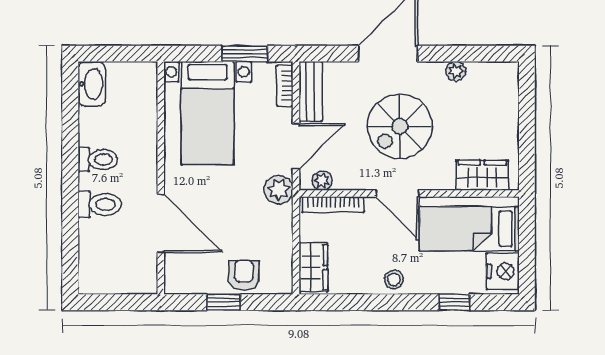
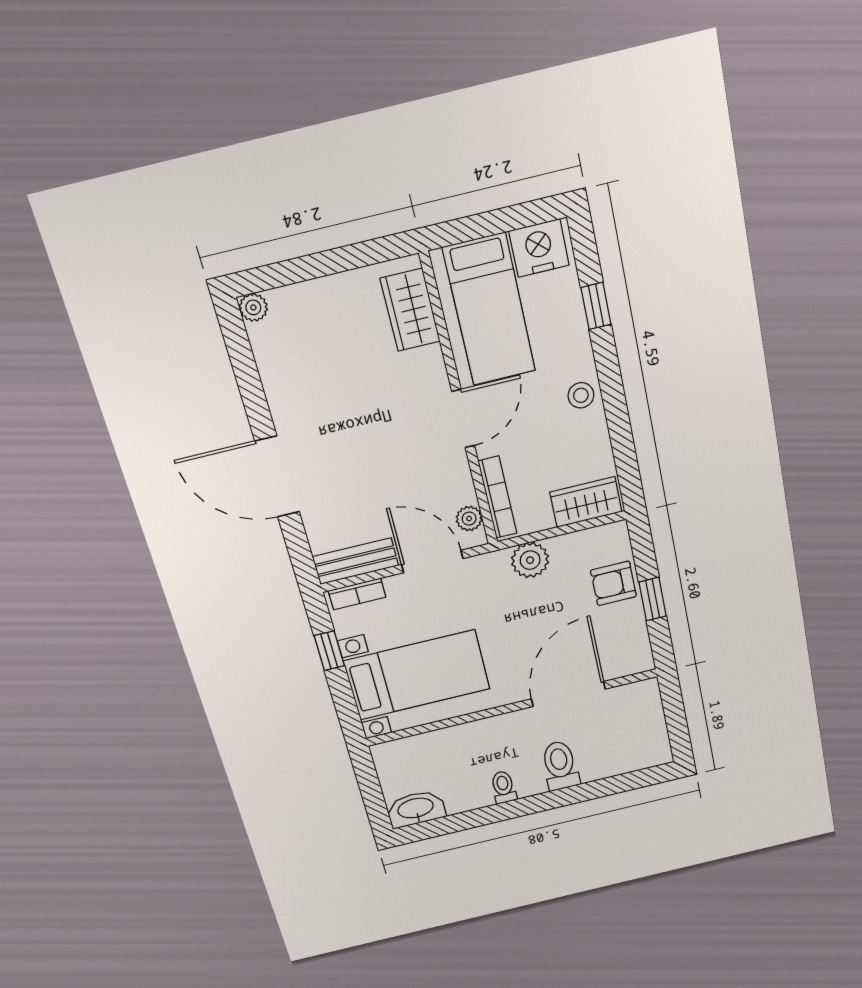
window: (245, 54) -> (329, 651), width x0.67
plant: (456, 71) -> (253, 307), moved
spiral stairs: (400, 126) -> (371, 438), removed
toilet: (98, 160) -> (503, 787), width x0.73, depth x0.72
plant: (279, 190) -> (530, 560), moved

